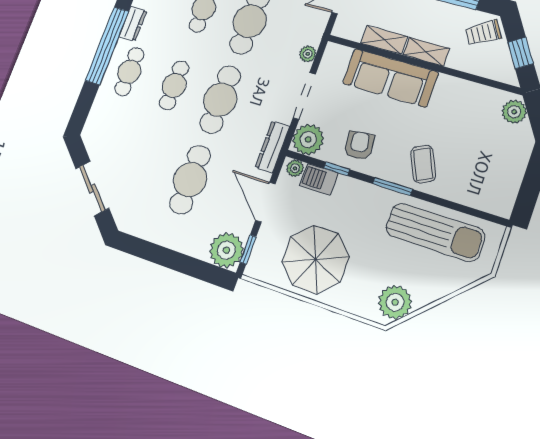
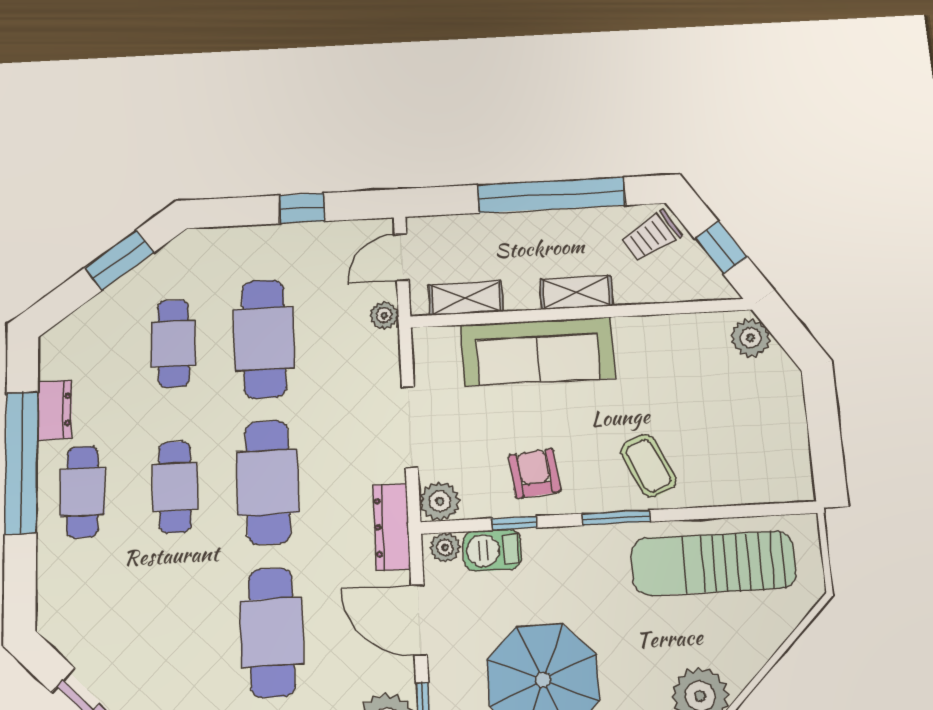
shelving: (384, 40) -> (466, 298), moved
plant: (308, 54) -> (384, 315), moved
plant: (308, 140) -> (440, 501), width x0.73, depth x0.73
sun lounger: (435, 232) -> (714, 563), turned 180

